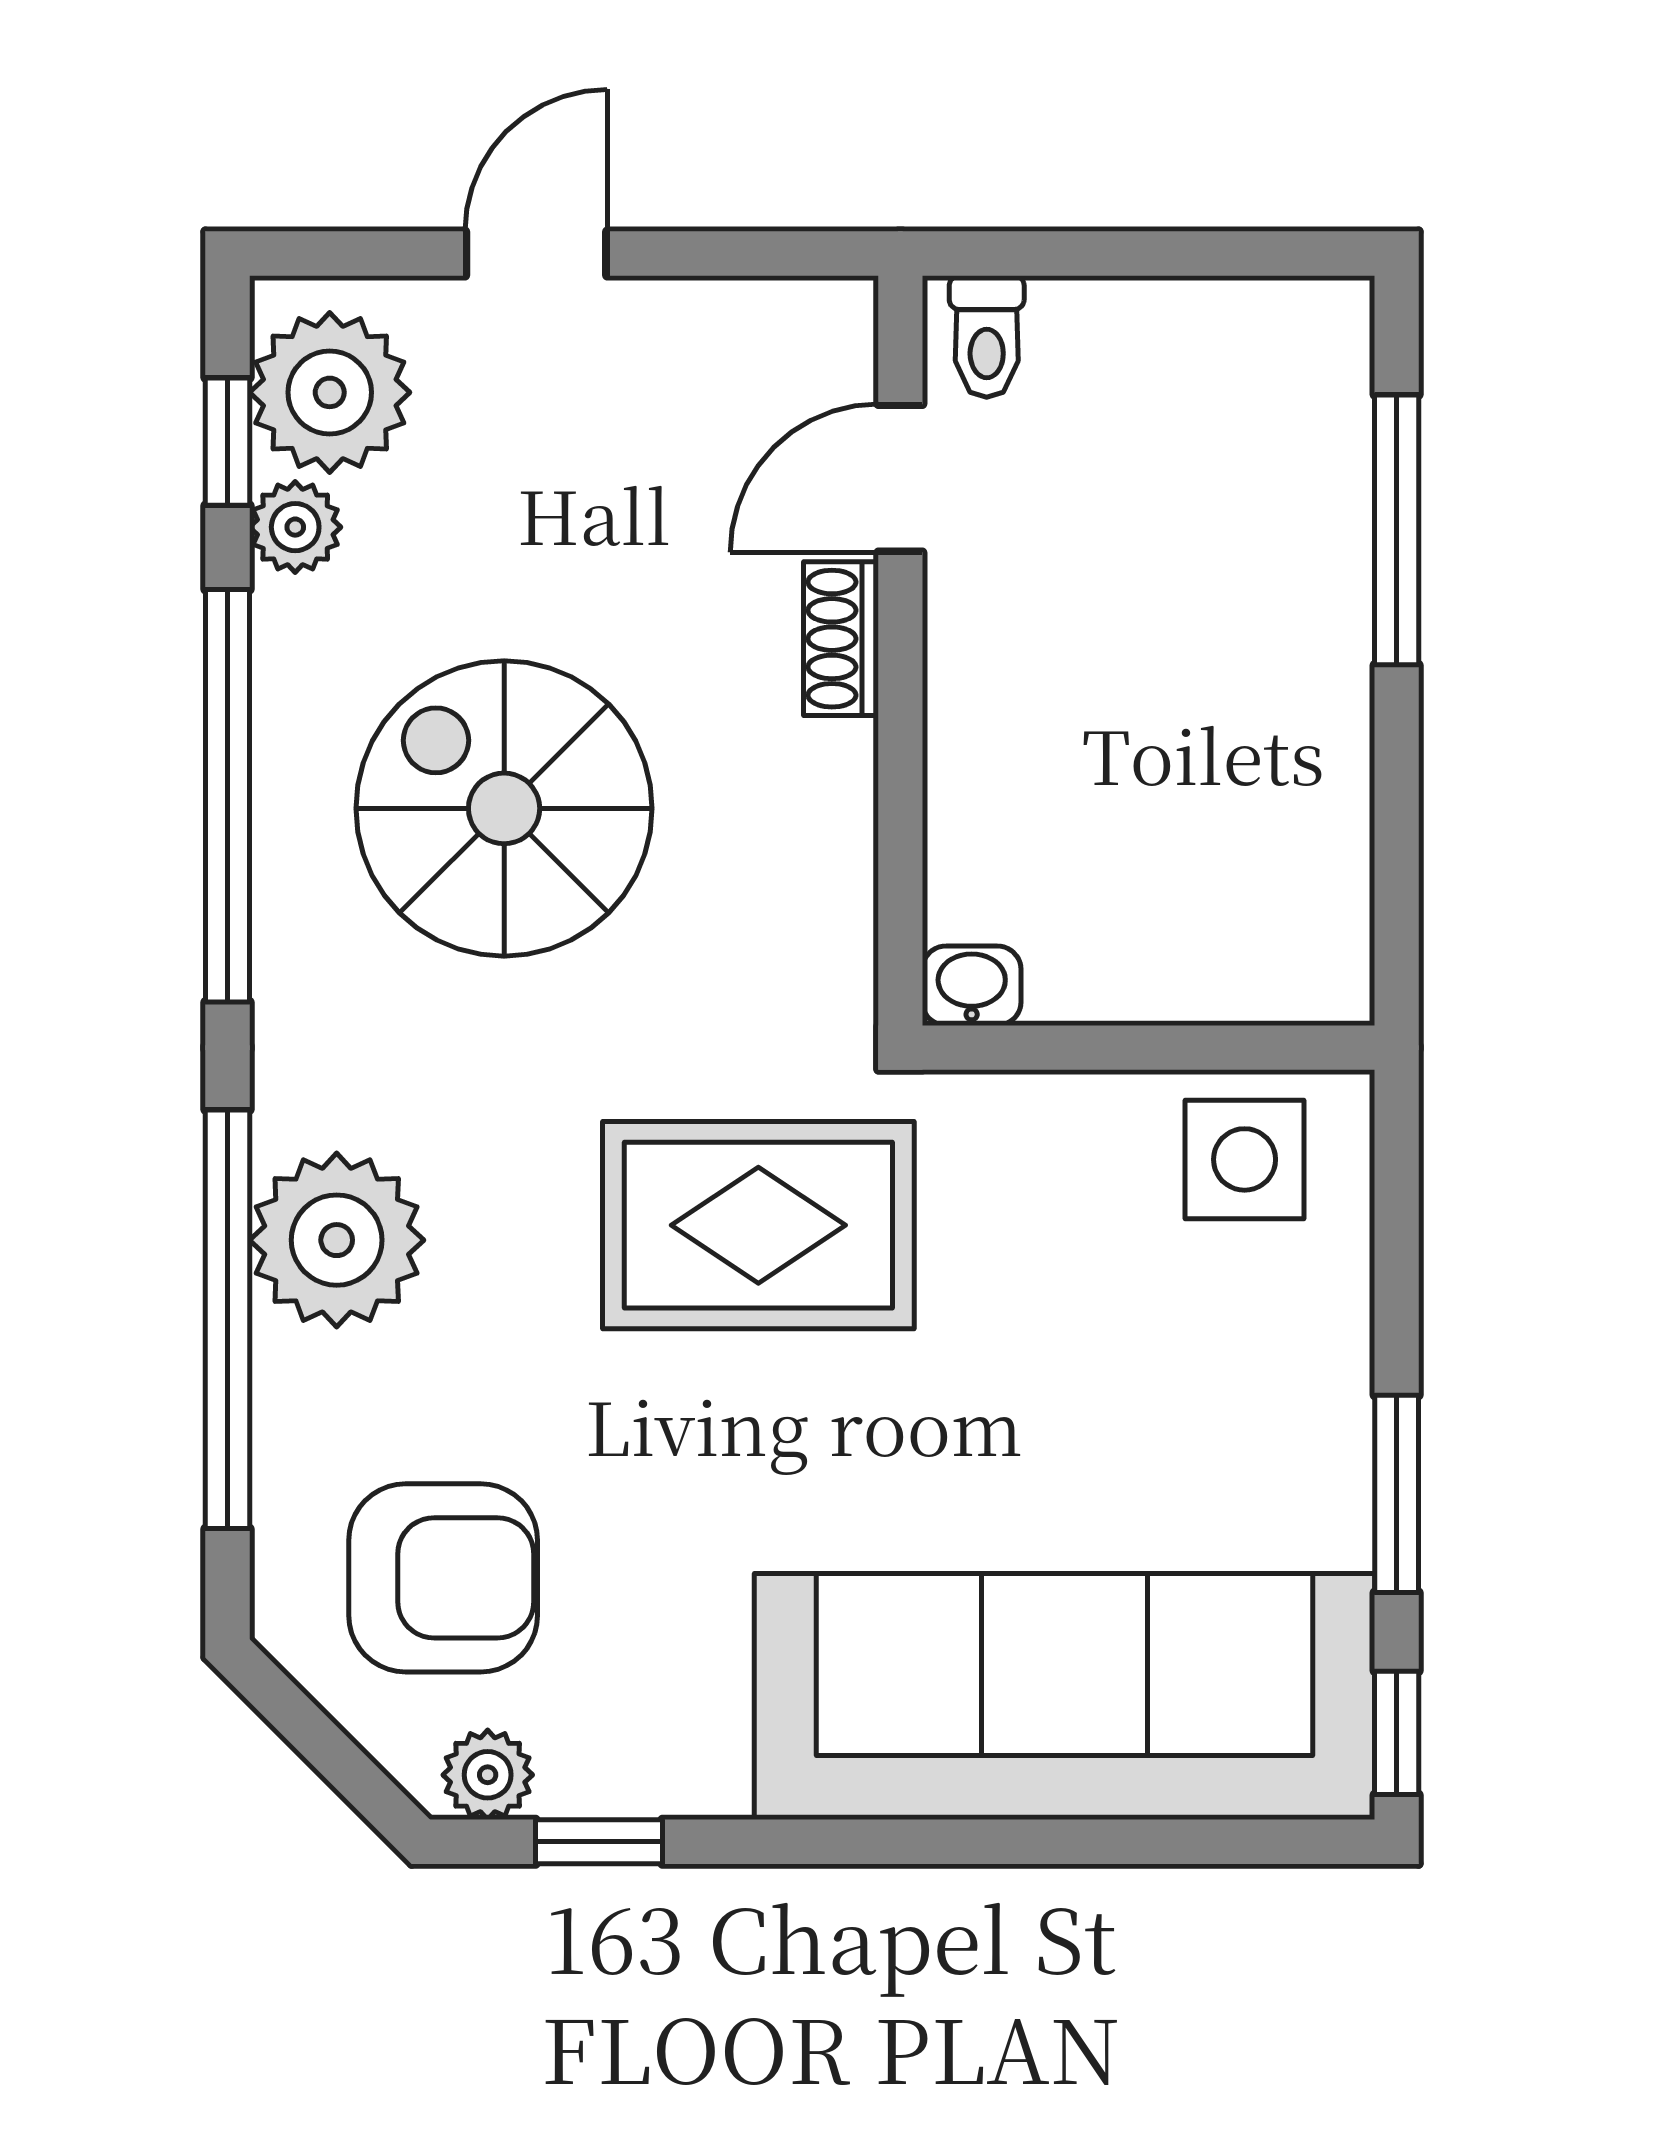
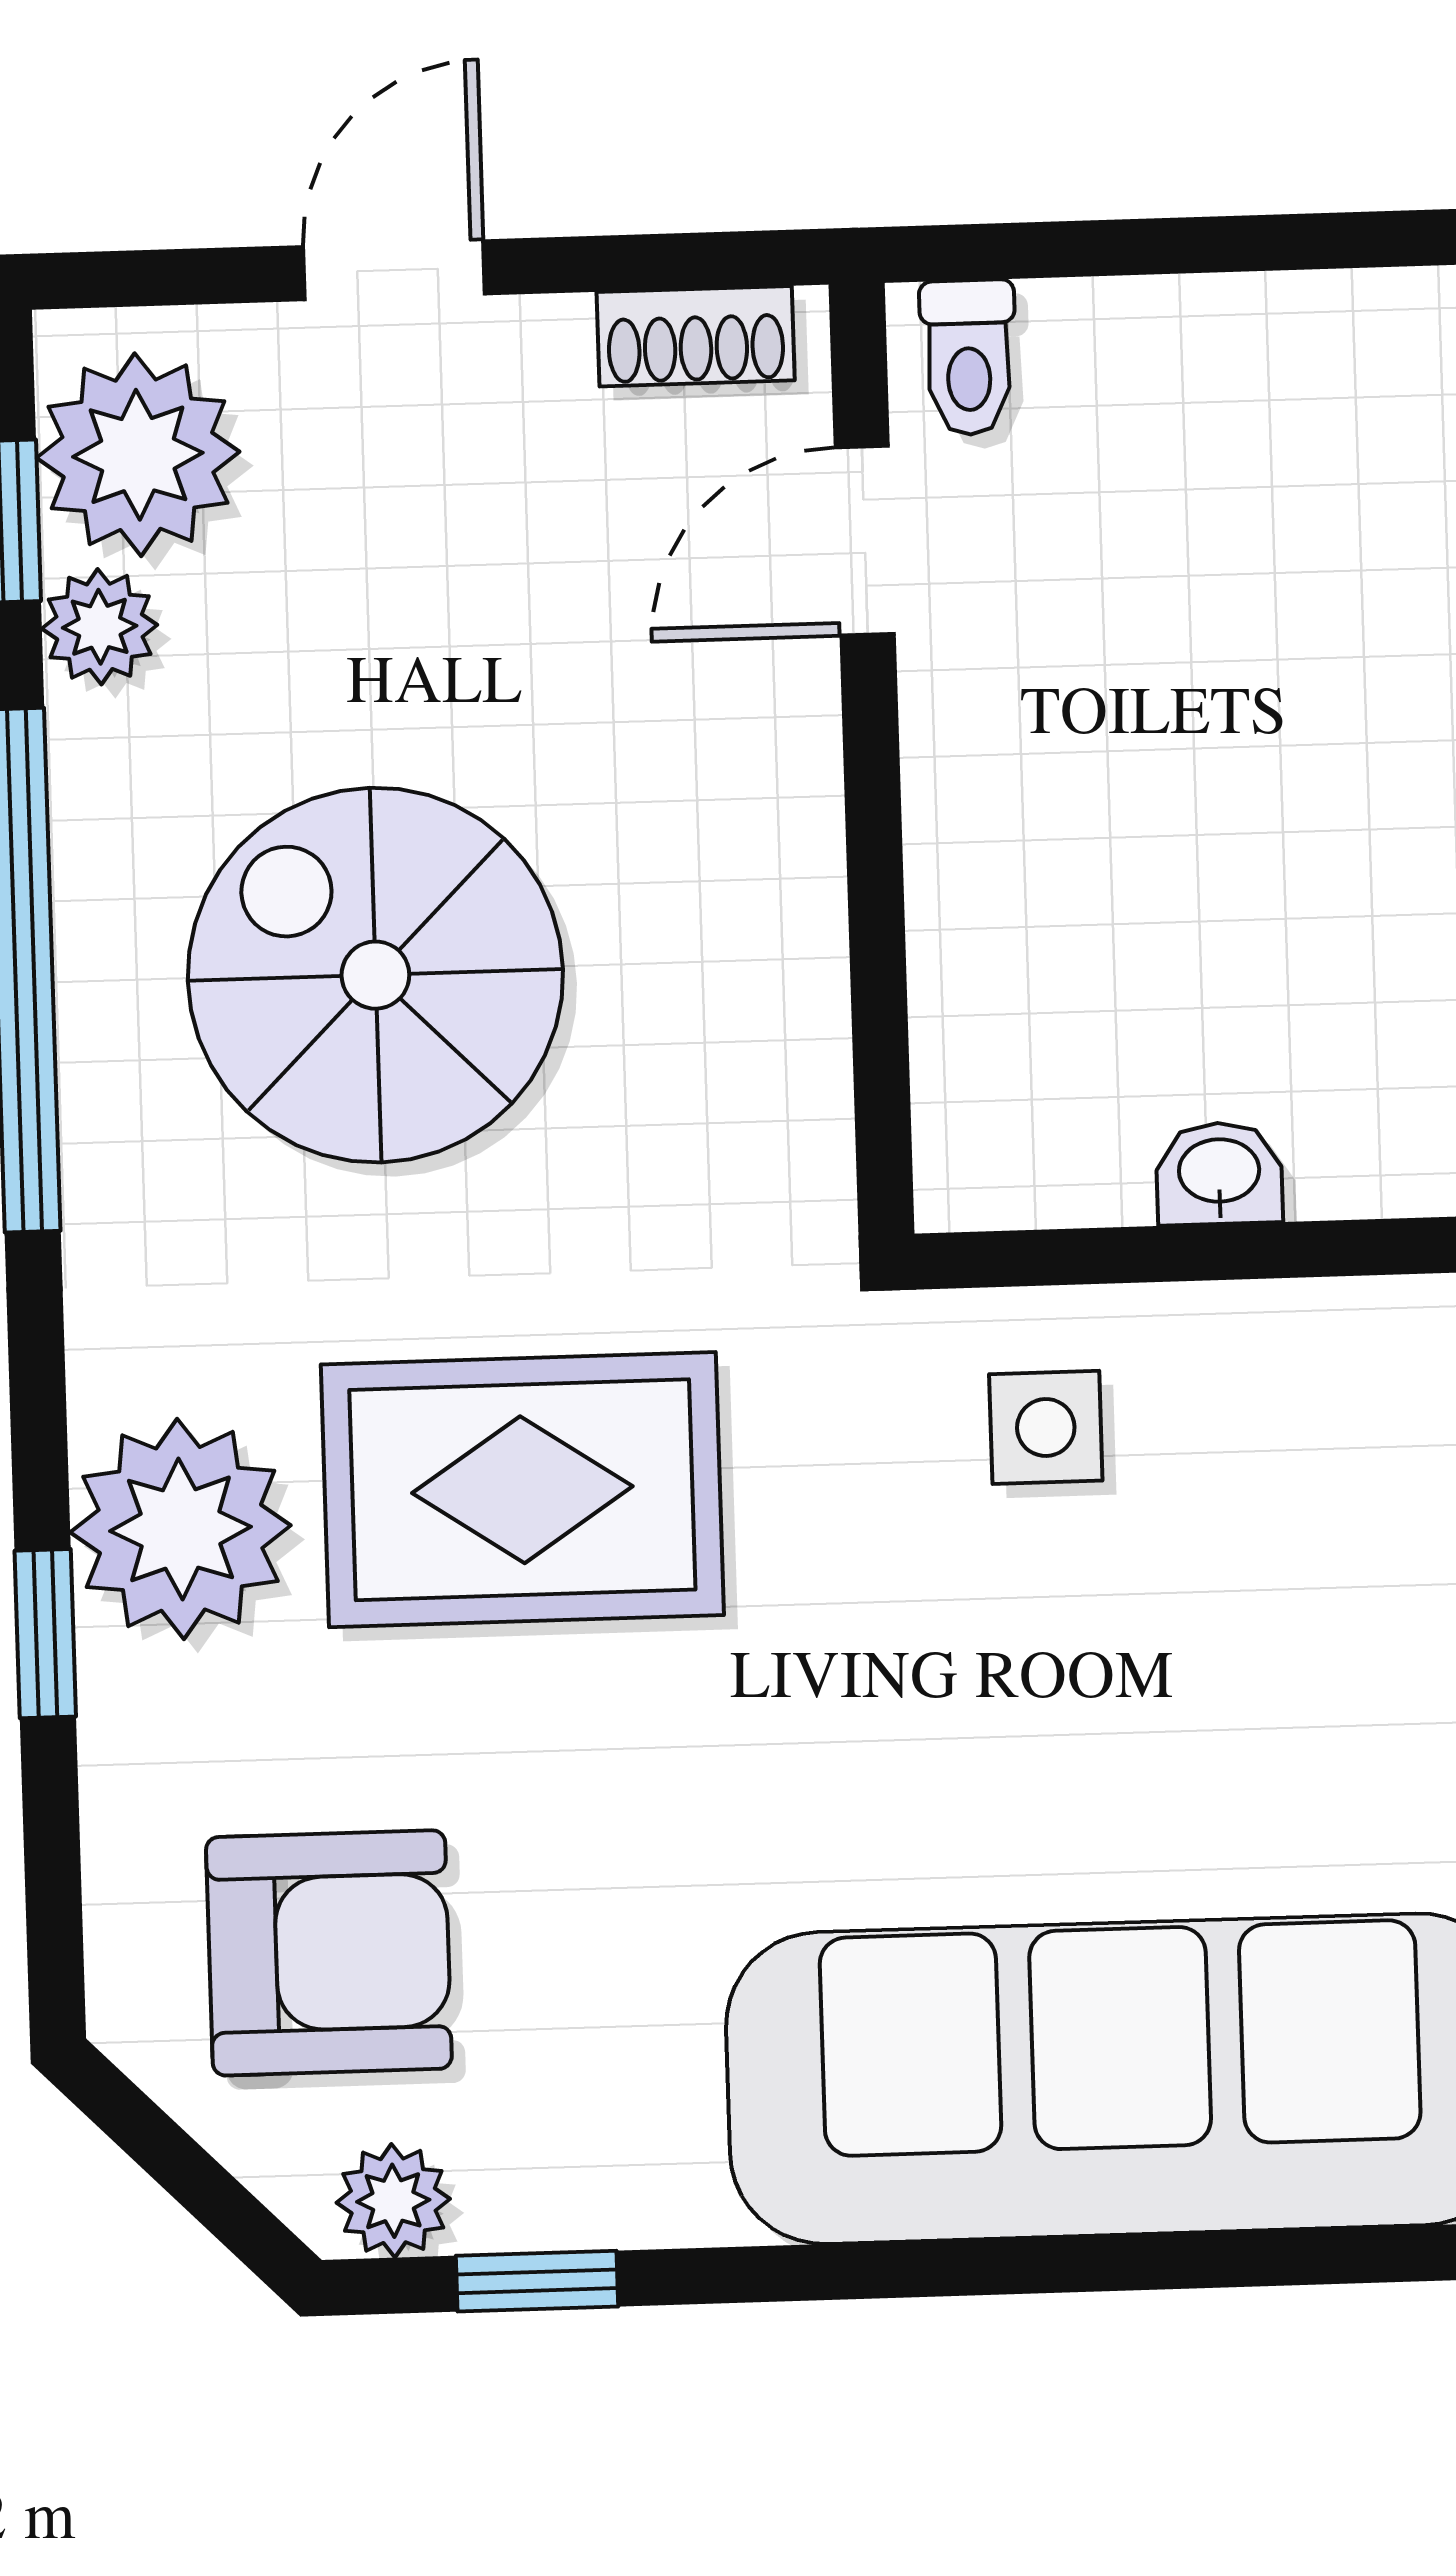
shoe rack: (841, 639) -> (696, 336), moved, turned -90
washbasin: (972, 986) -> (1219, 1173), moved
side table: (1245, 1159) -> (1046, 1427), moved, width x0.73, depth x0.73
rug: (758, 1225) -> (522, 1490), moved
window: (228, 1319) -> (45, 1634), width x0.32

